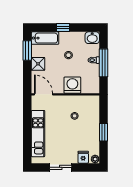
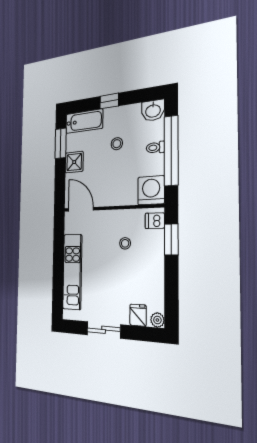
window: (103, 63) -> (171, 151), width x1.46
washing machine: (72, 85) -> (151, 190), moved
dishwasher: (93, 103) -> (155, 221), added
window: (103, 132) -> (171, 239), moved

